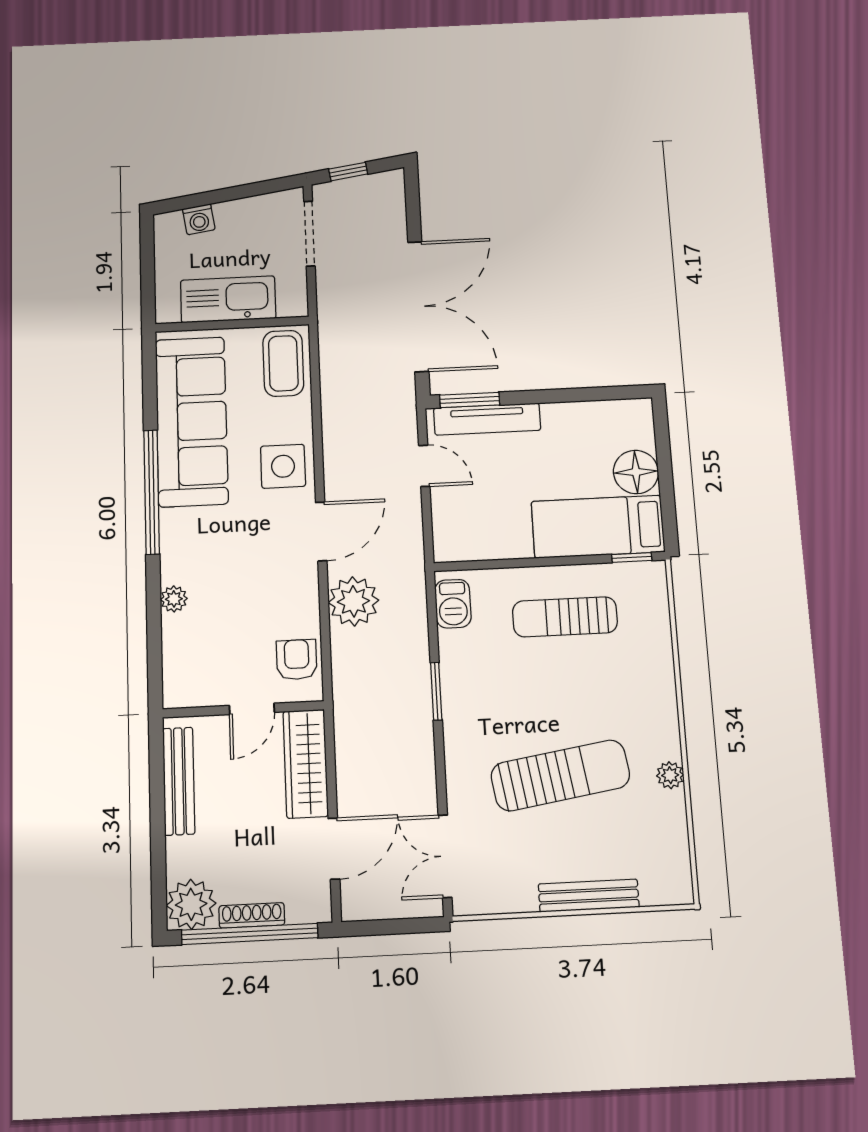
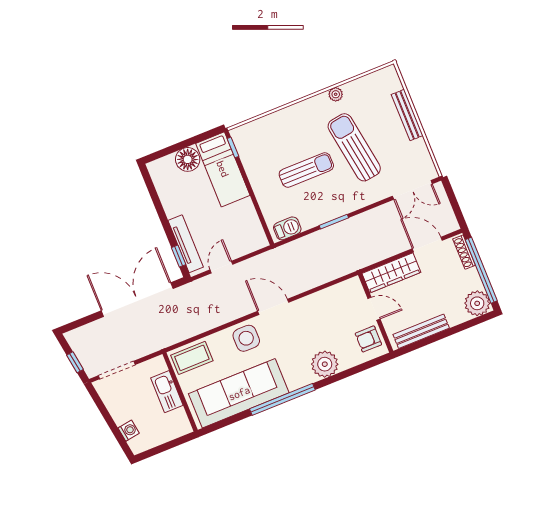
kitchen sink: (228, 299) -> (167, 392), width x0.73, depth x0.81
window: (470, 400) -> (179, 256), width x0.67
plant: (174, 599) -> (325, 364), width x1.88, depth x1.88
plant: (353, 601) -> (303, 278), removed
sun lounger: (565, 617) -> (306, 170), moved, turned -90
armchair: (297, 660) -> (368, 339), moved
shoe rack: (252, 915) -> (464, 252), moved

